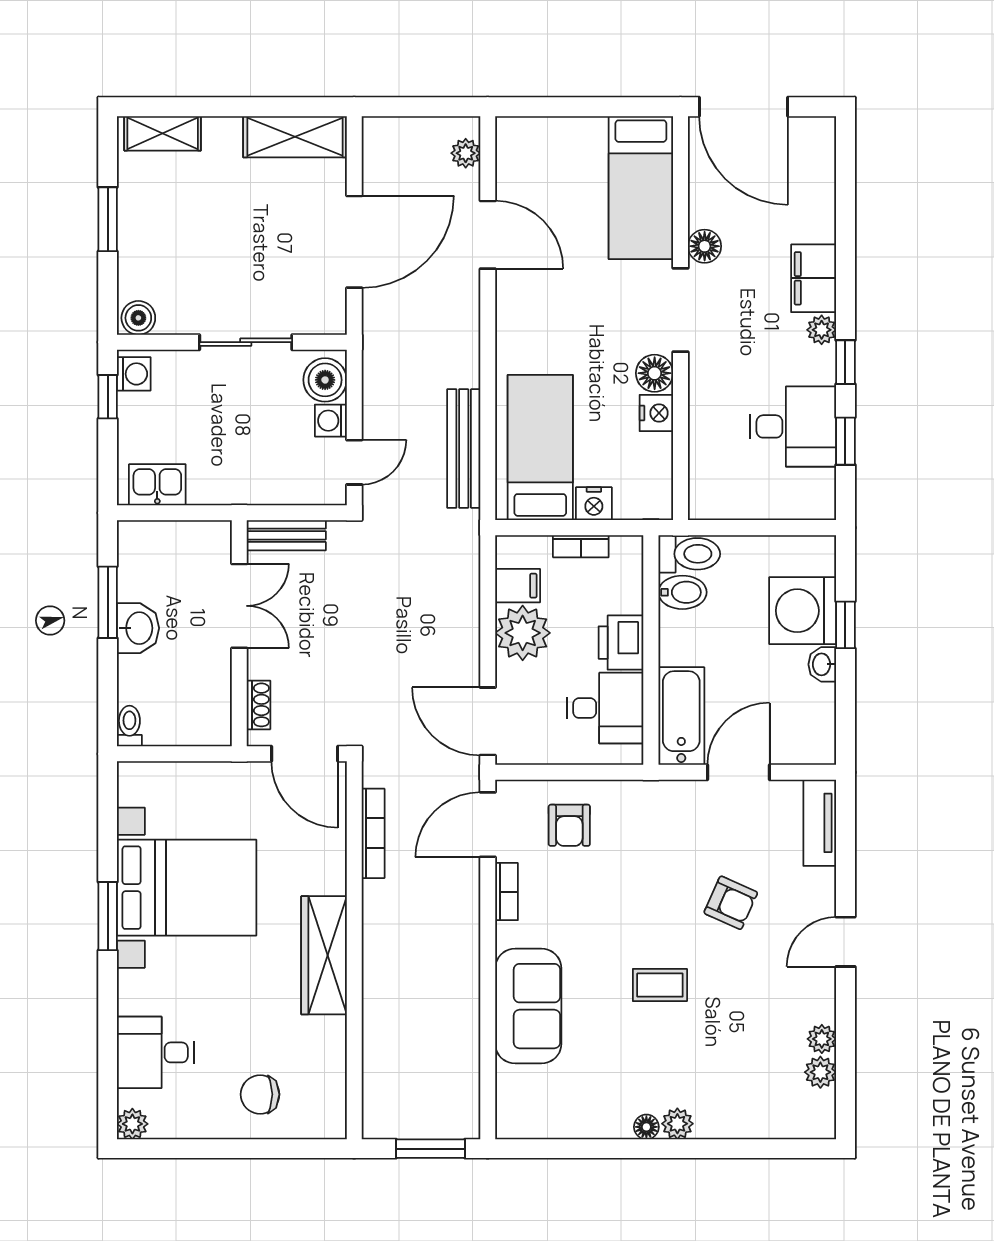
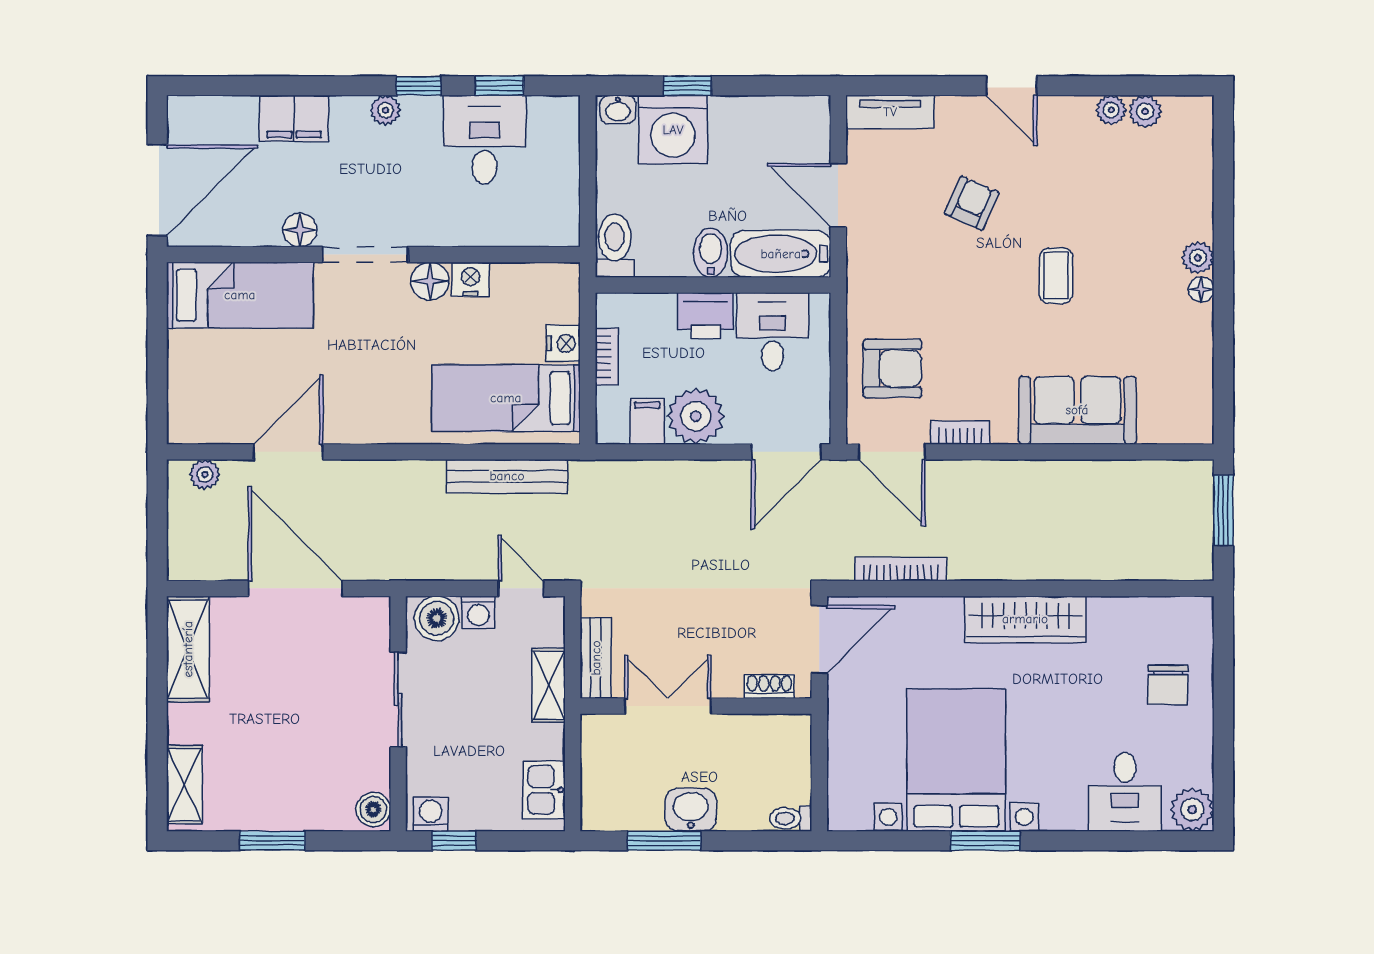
filing cabinet: (814, 278) -> (294, 118), moved
shelving: (260, 489) -> (548, 685), added
bidet: (682, 592) -> (711, 253), moved
washbasin: (822, 664) -> (618, 109), moved
armchair: (569, 825) -> (892, 368), width x1.38, depth x1.38
plant: (132, 1124) -> (1192, 810), width x1.38, depth x1.38

